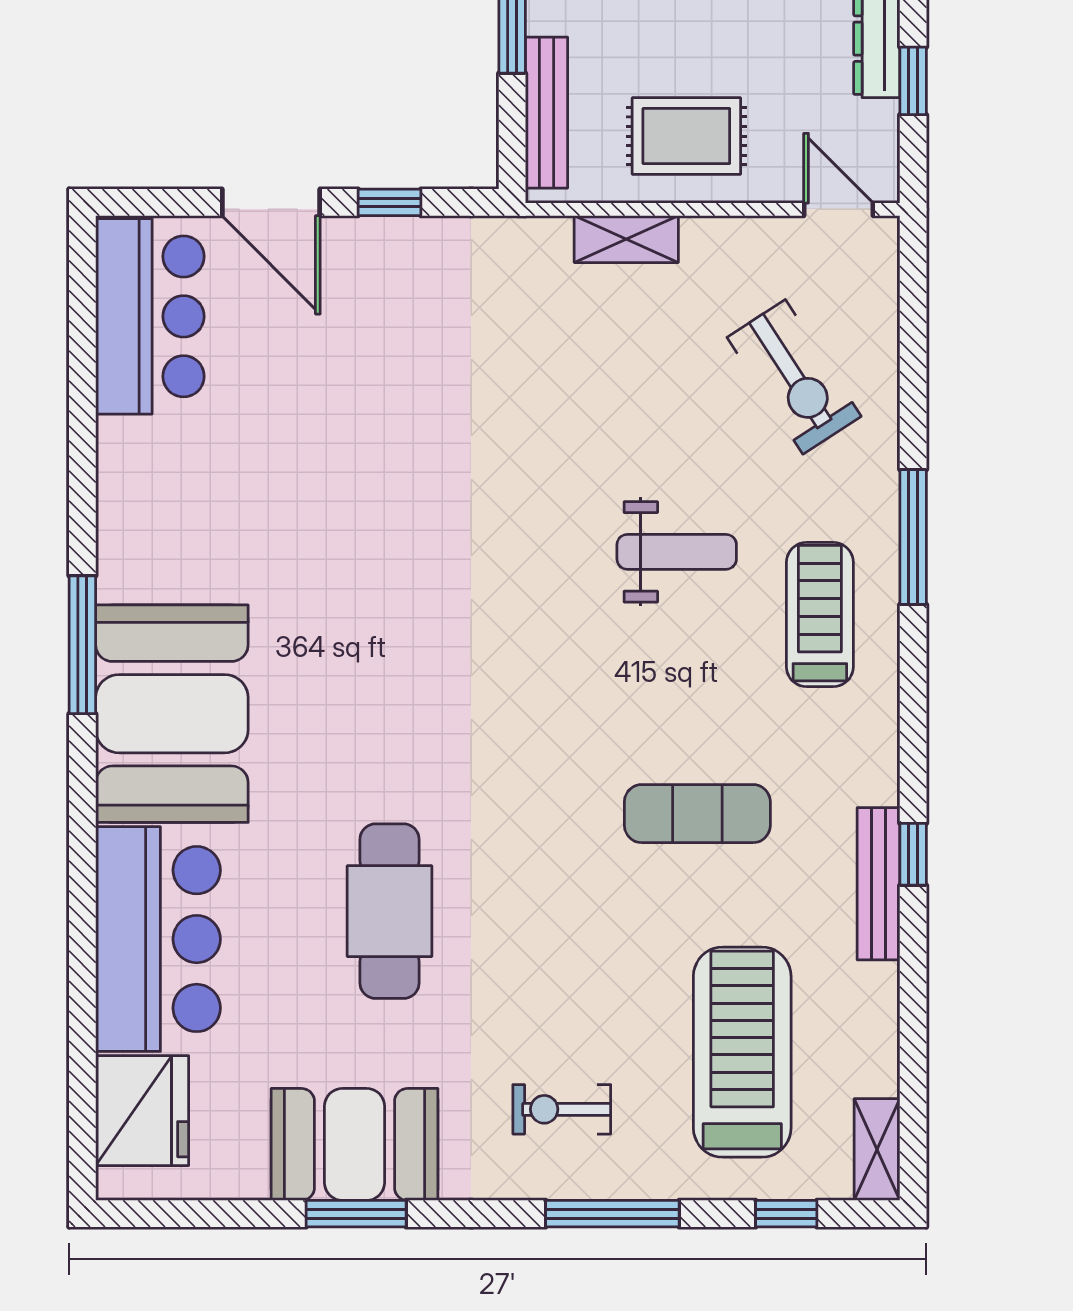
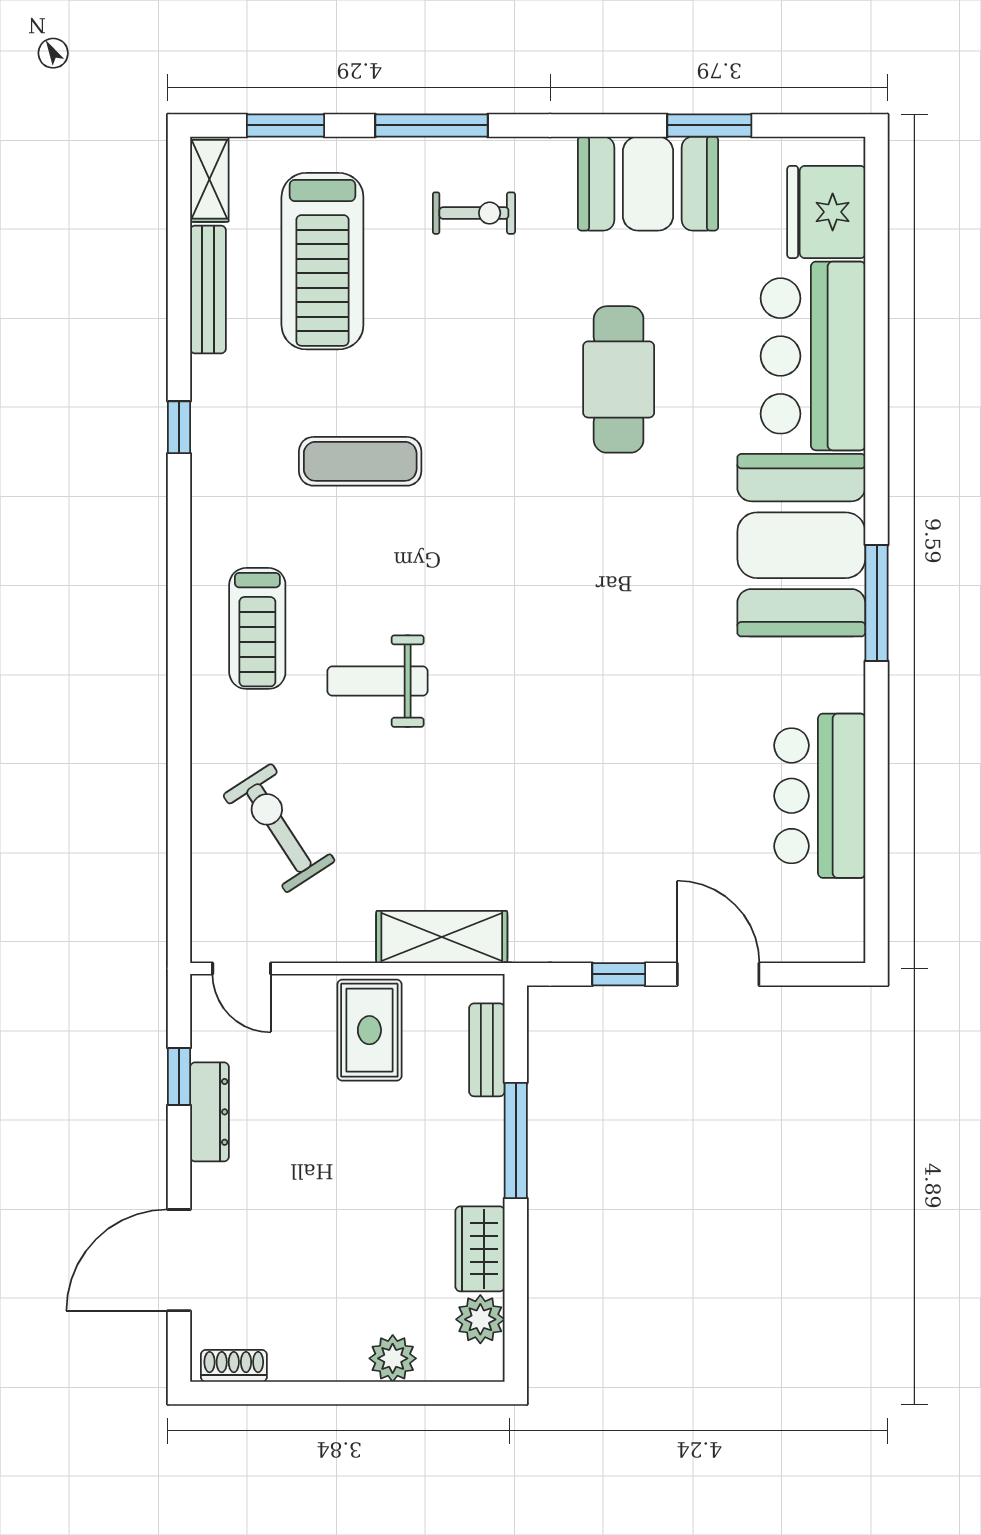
bench: (546, 113) -> (487, 1050), width x0.73
rug: (686, 136) -> (369, 1030), turned 90
shelving: (626, 239) -> (442, 937), width x1.50, depth x1.33
bar counter: (150, 316) -> (820, 796), moved
window: (913, 537) -> (179, 694), removed
bench: (879, 884) -> (208, 289), moved
window: (356, 1214) -> (709, 125), moved
window: (786, 1214) -> (286, 125), width x1.50

